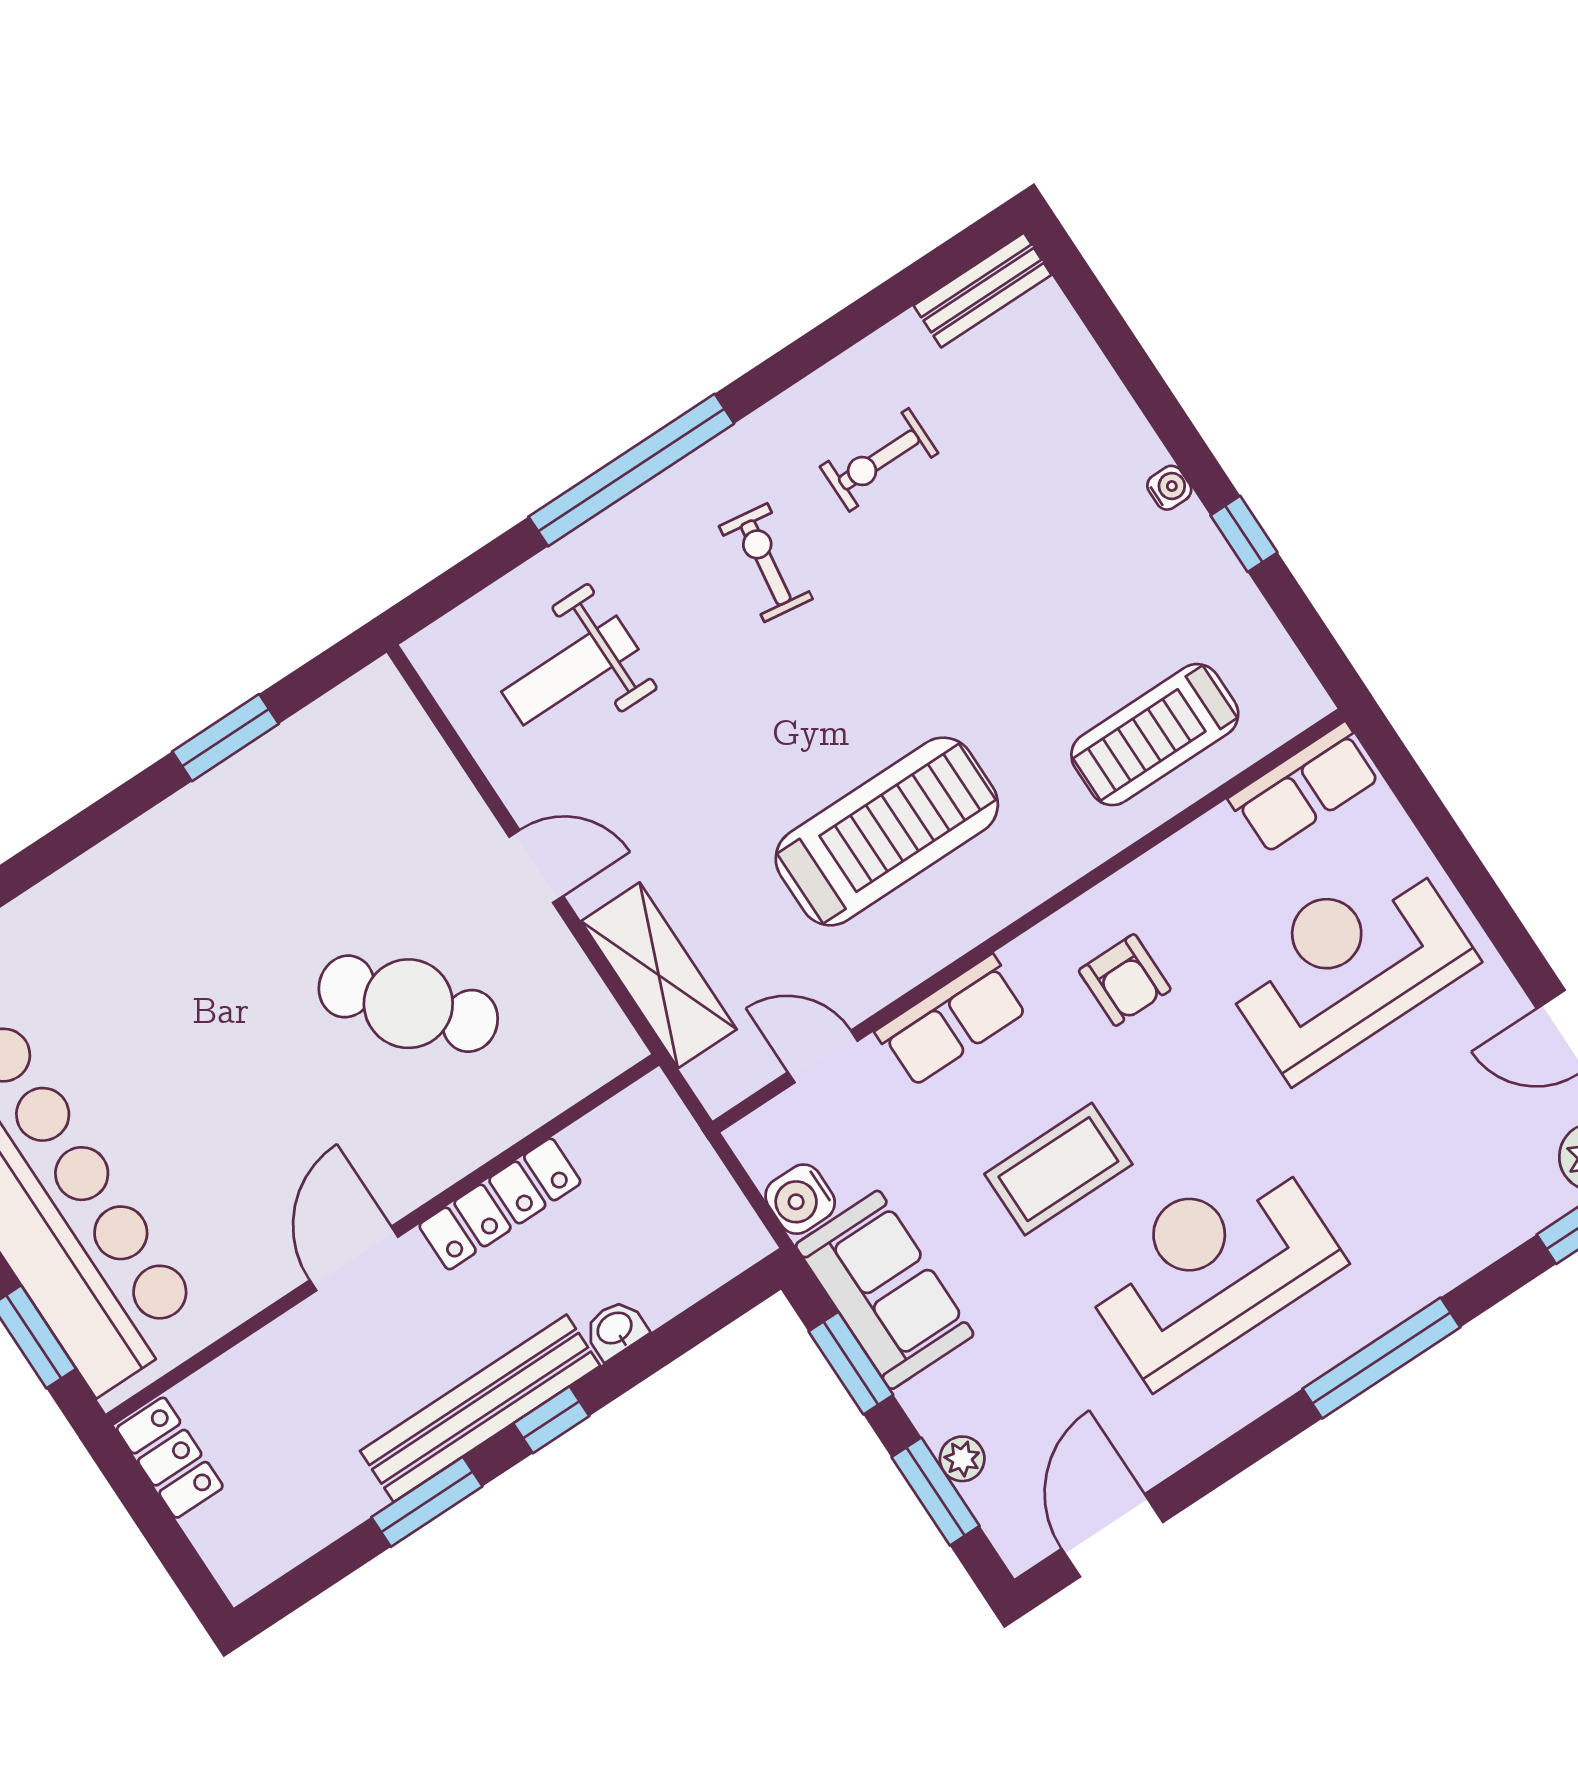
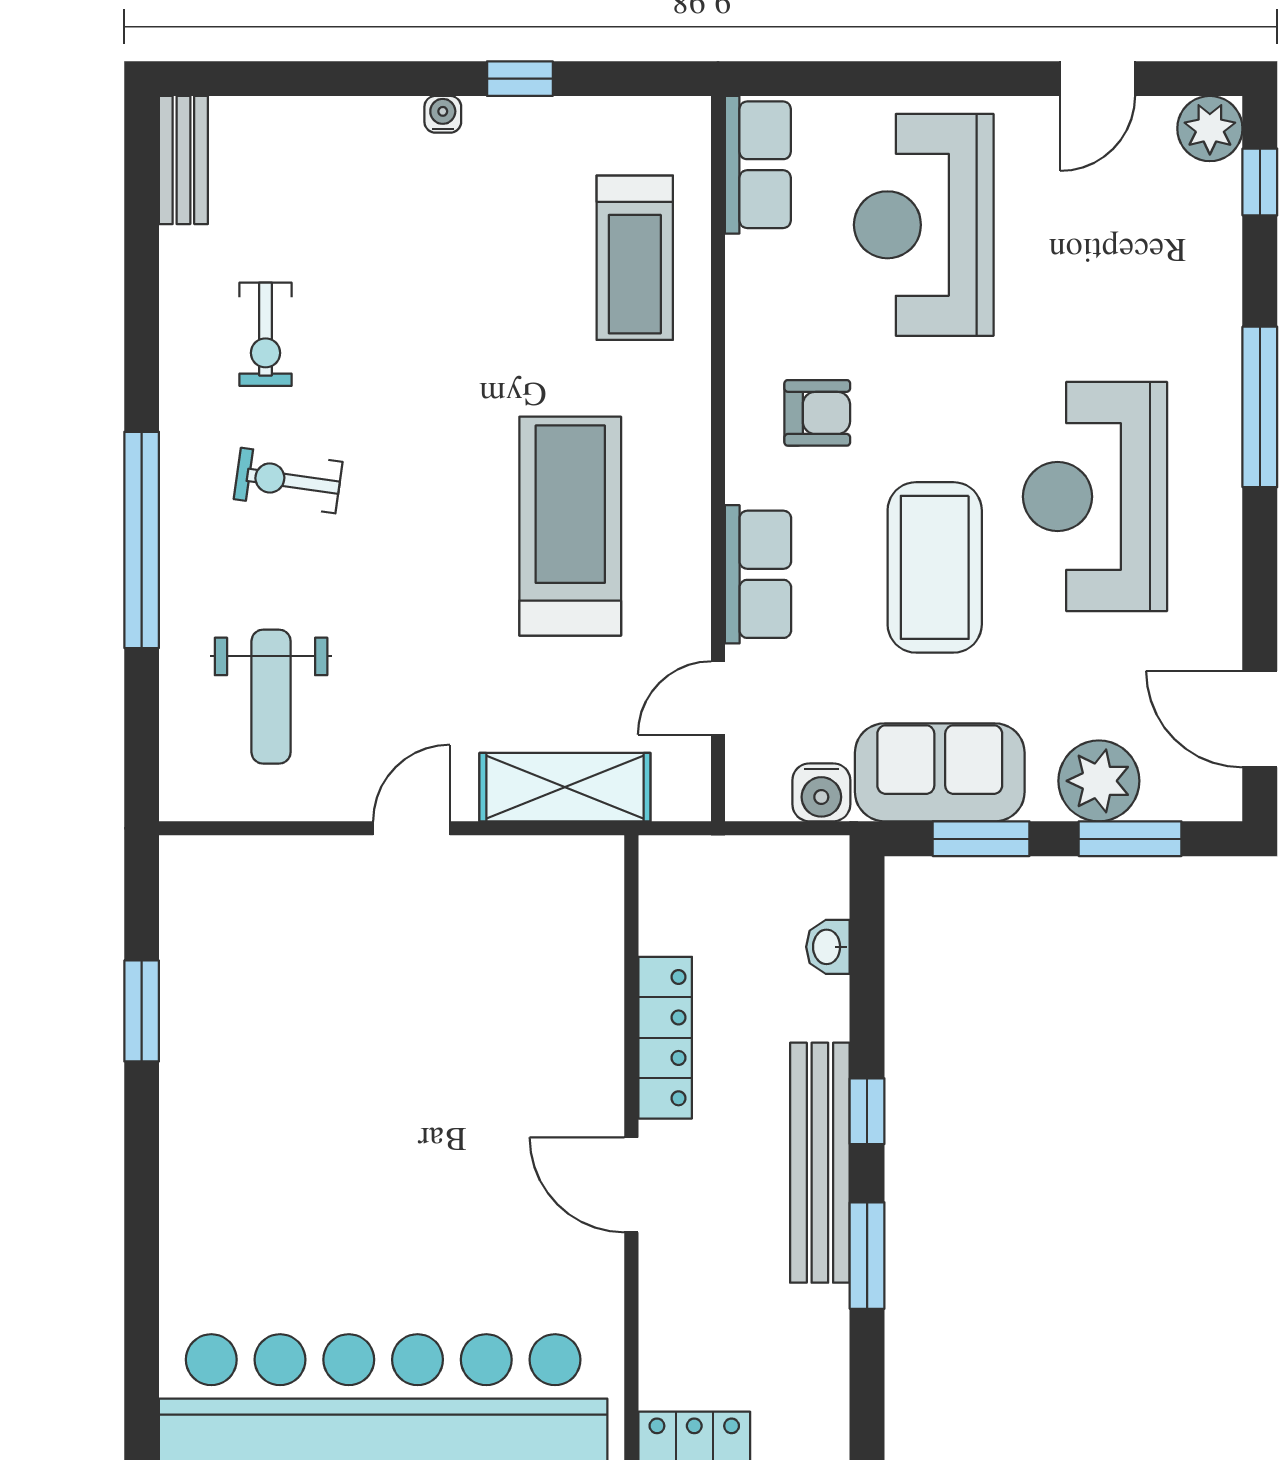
cafe table: (408, 1004) -> (454, 1005), removed
coffee table: (1058, 1169) -> (935, 567), width x1.36, depth x1.32
washbasin: (615, 1329) -> (828, 947), moved
plant: (962, 1459) -> (1099, 781), width x1.88, depth x1.88

